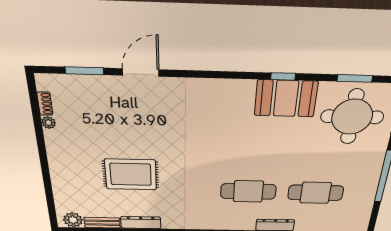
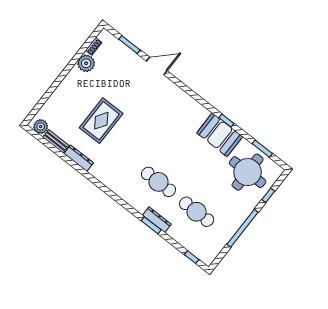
plant: (49, 123) -> (86, 63), width x1.87, depth x1.87
rug: (131, 174) -> (101, 121), turned 90

